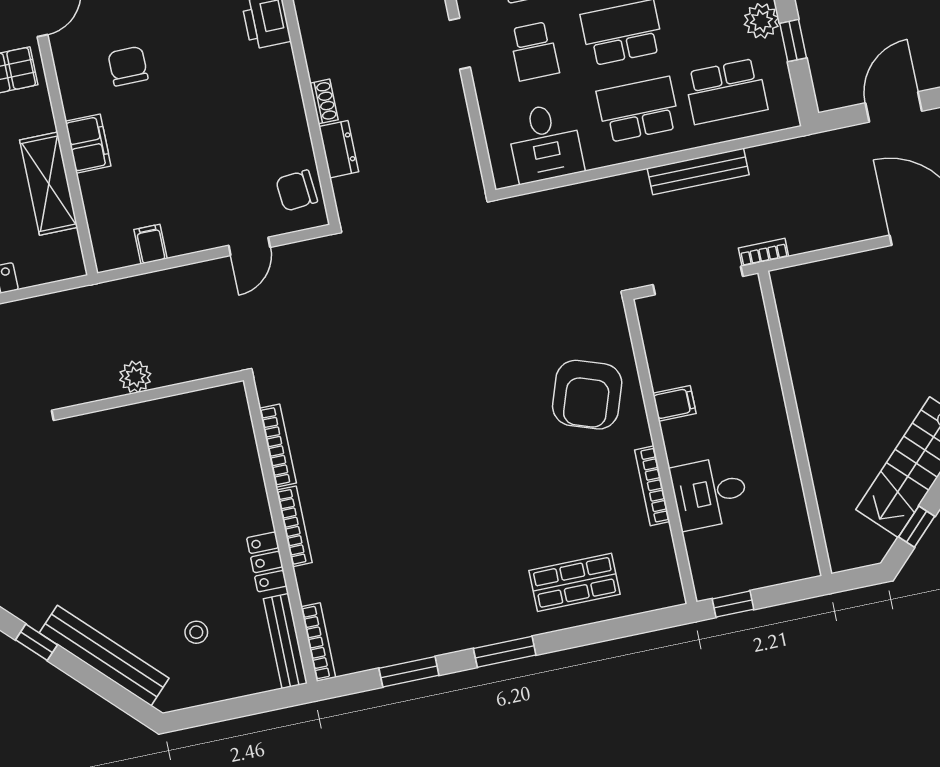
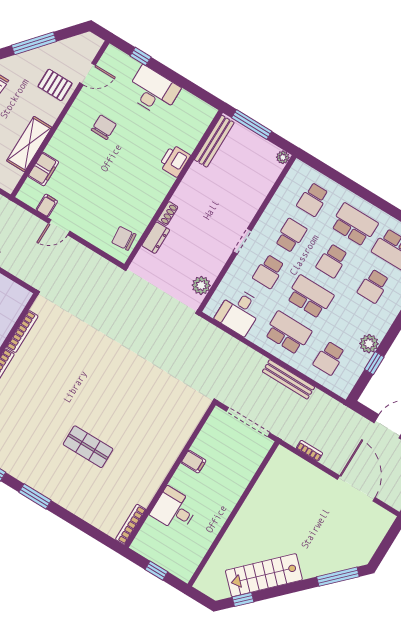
school desk: (726, 91) -> (329, 358), width x0.54
filing cabinet: (88, 144) -> (43, 169), moved
plant: (461, 156) -> (201, 285), added
door: (249, 246) -> (59, 227), moved
bookcase: (764, 252) -> (309, 451), moved
armchair: (587, 395) -> (162, 426), removed
bookcase: (652, 486) -> (131, 524), moved
shop shelf: (575, 582) -> (88, 447), moved
window: (733, 604) -> (156, 571), moved

